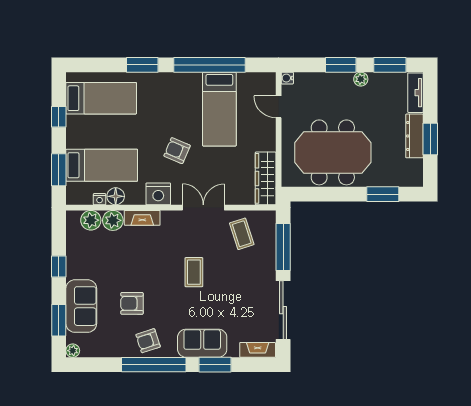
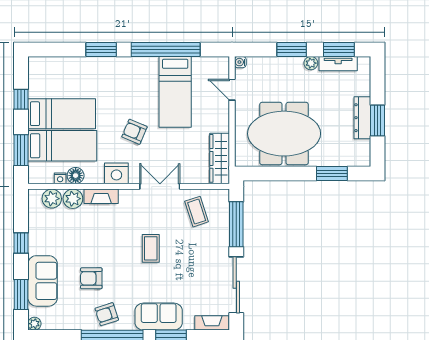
tv unit: (415, 93) -> (338, 64), moved, turned -90
bed: (101, 98) -> (62, 114), moved

